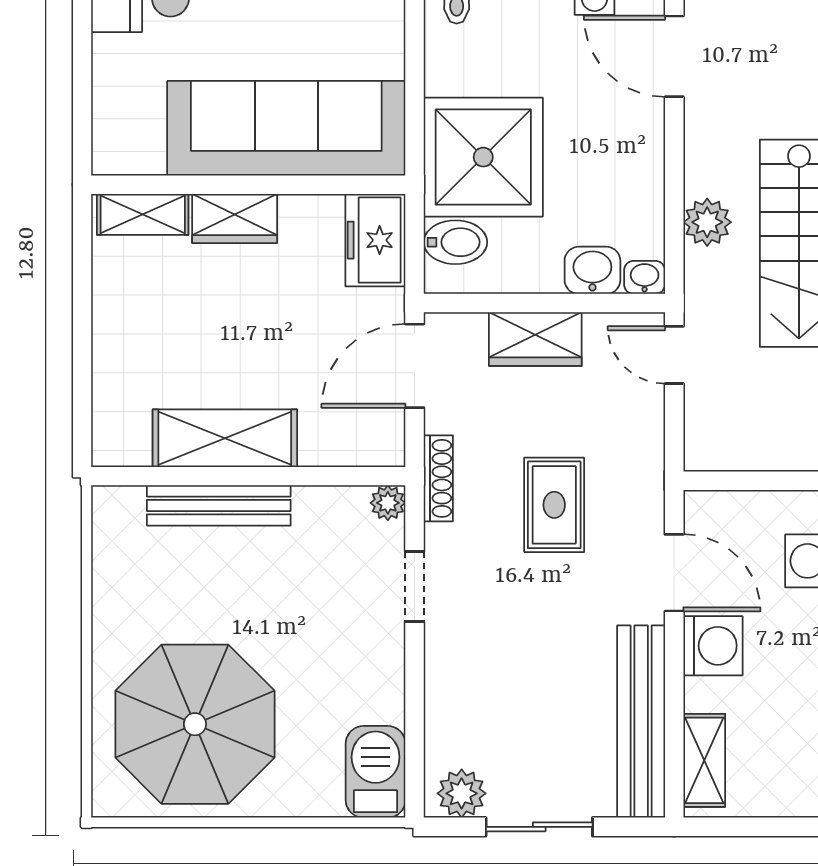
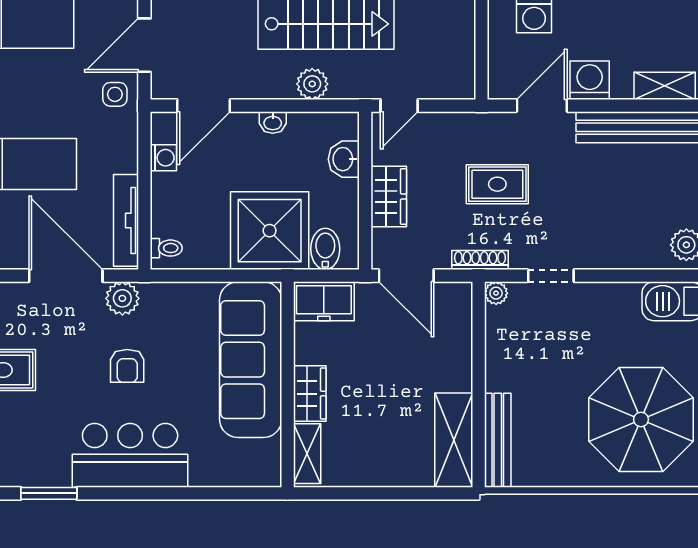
washbasin: (645, 277) -> (273, 122), moved, turned -90
shelving: (225, 438) -> (454, 440), moved
bench: (219, 505) -> (498, 440), moved

